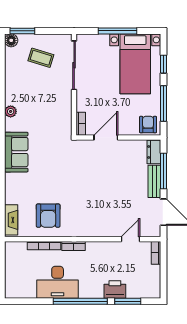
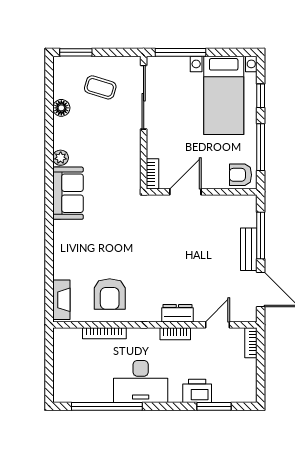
window: (117, 31) -> (180, 52), moved
floor lamp: (11, 40) -> (61, 108), moved
armchair: (148, 125) -> (240, 175), turned -90
sofa: (16, 152) -> (68, 193), moved
dresser: (154, 152) -> (177, 313), moved, turned 90
bookcase: (73, 246) -> (175, 334), moved
desk: (58, 282) -> (141, 381), moved
window: (80, 301) -> (107, 406), moved

